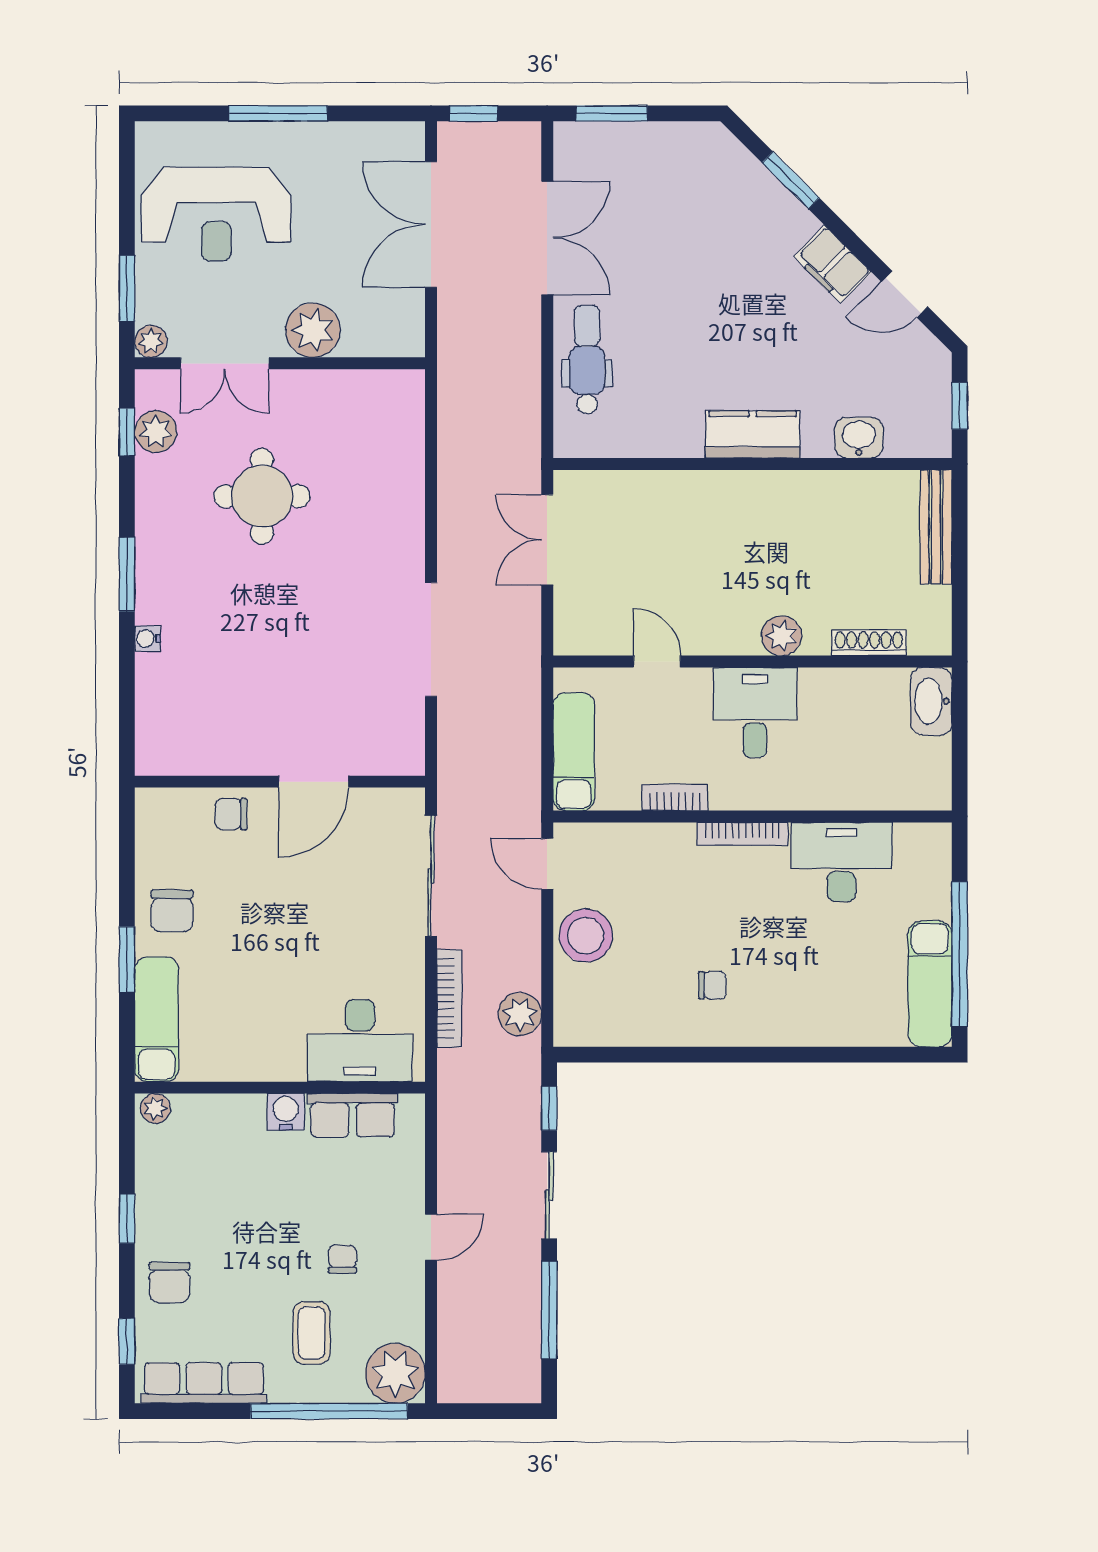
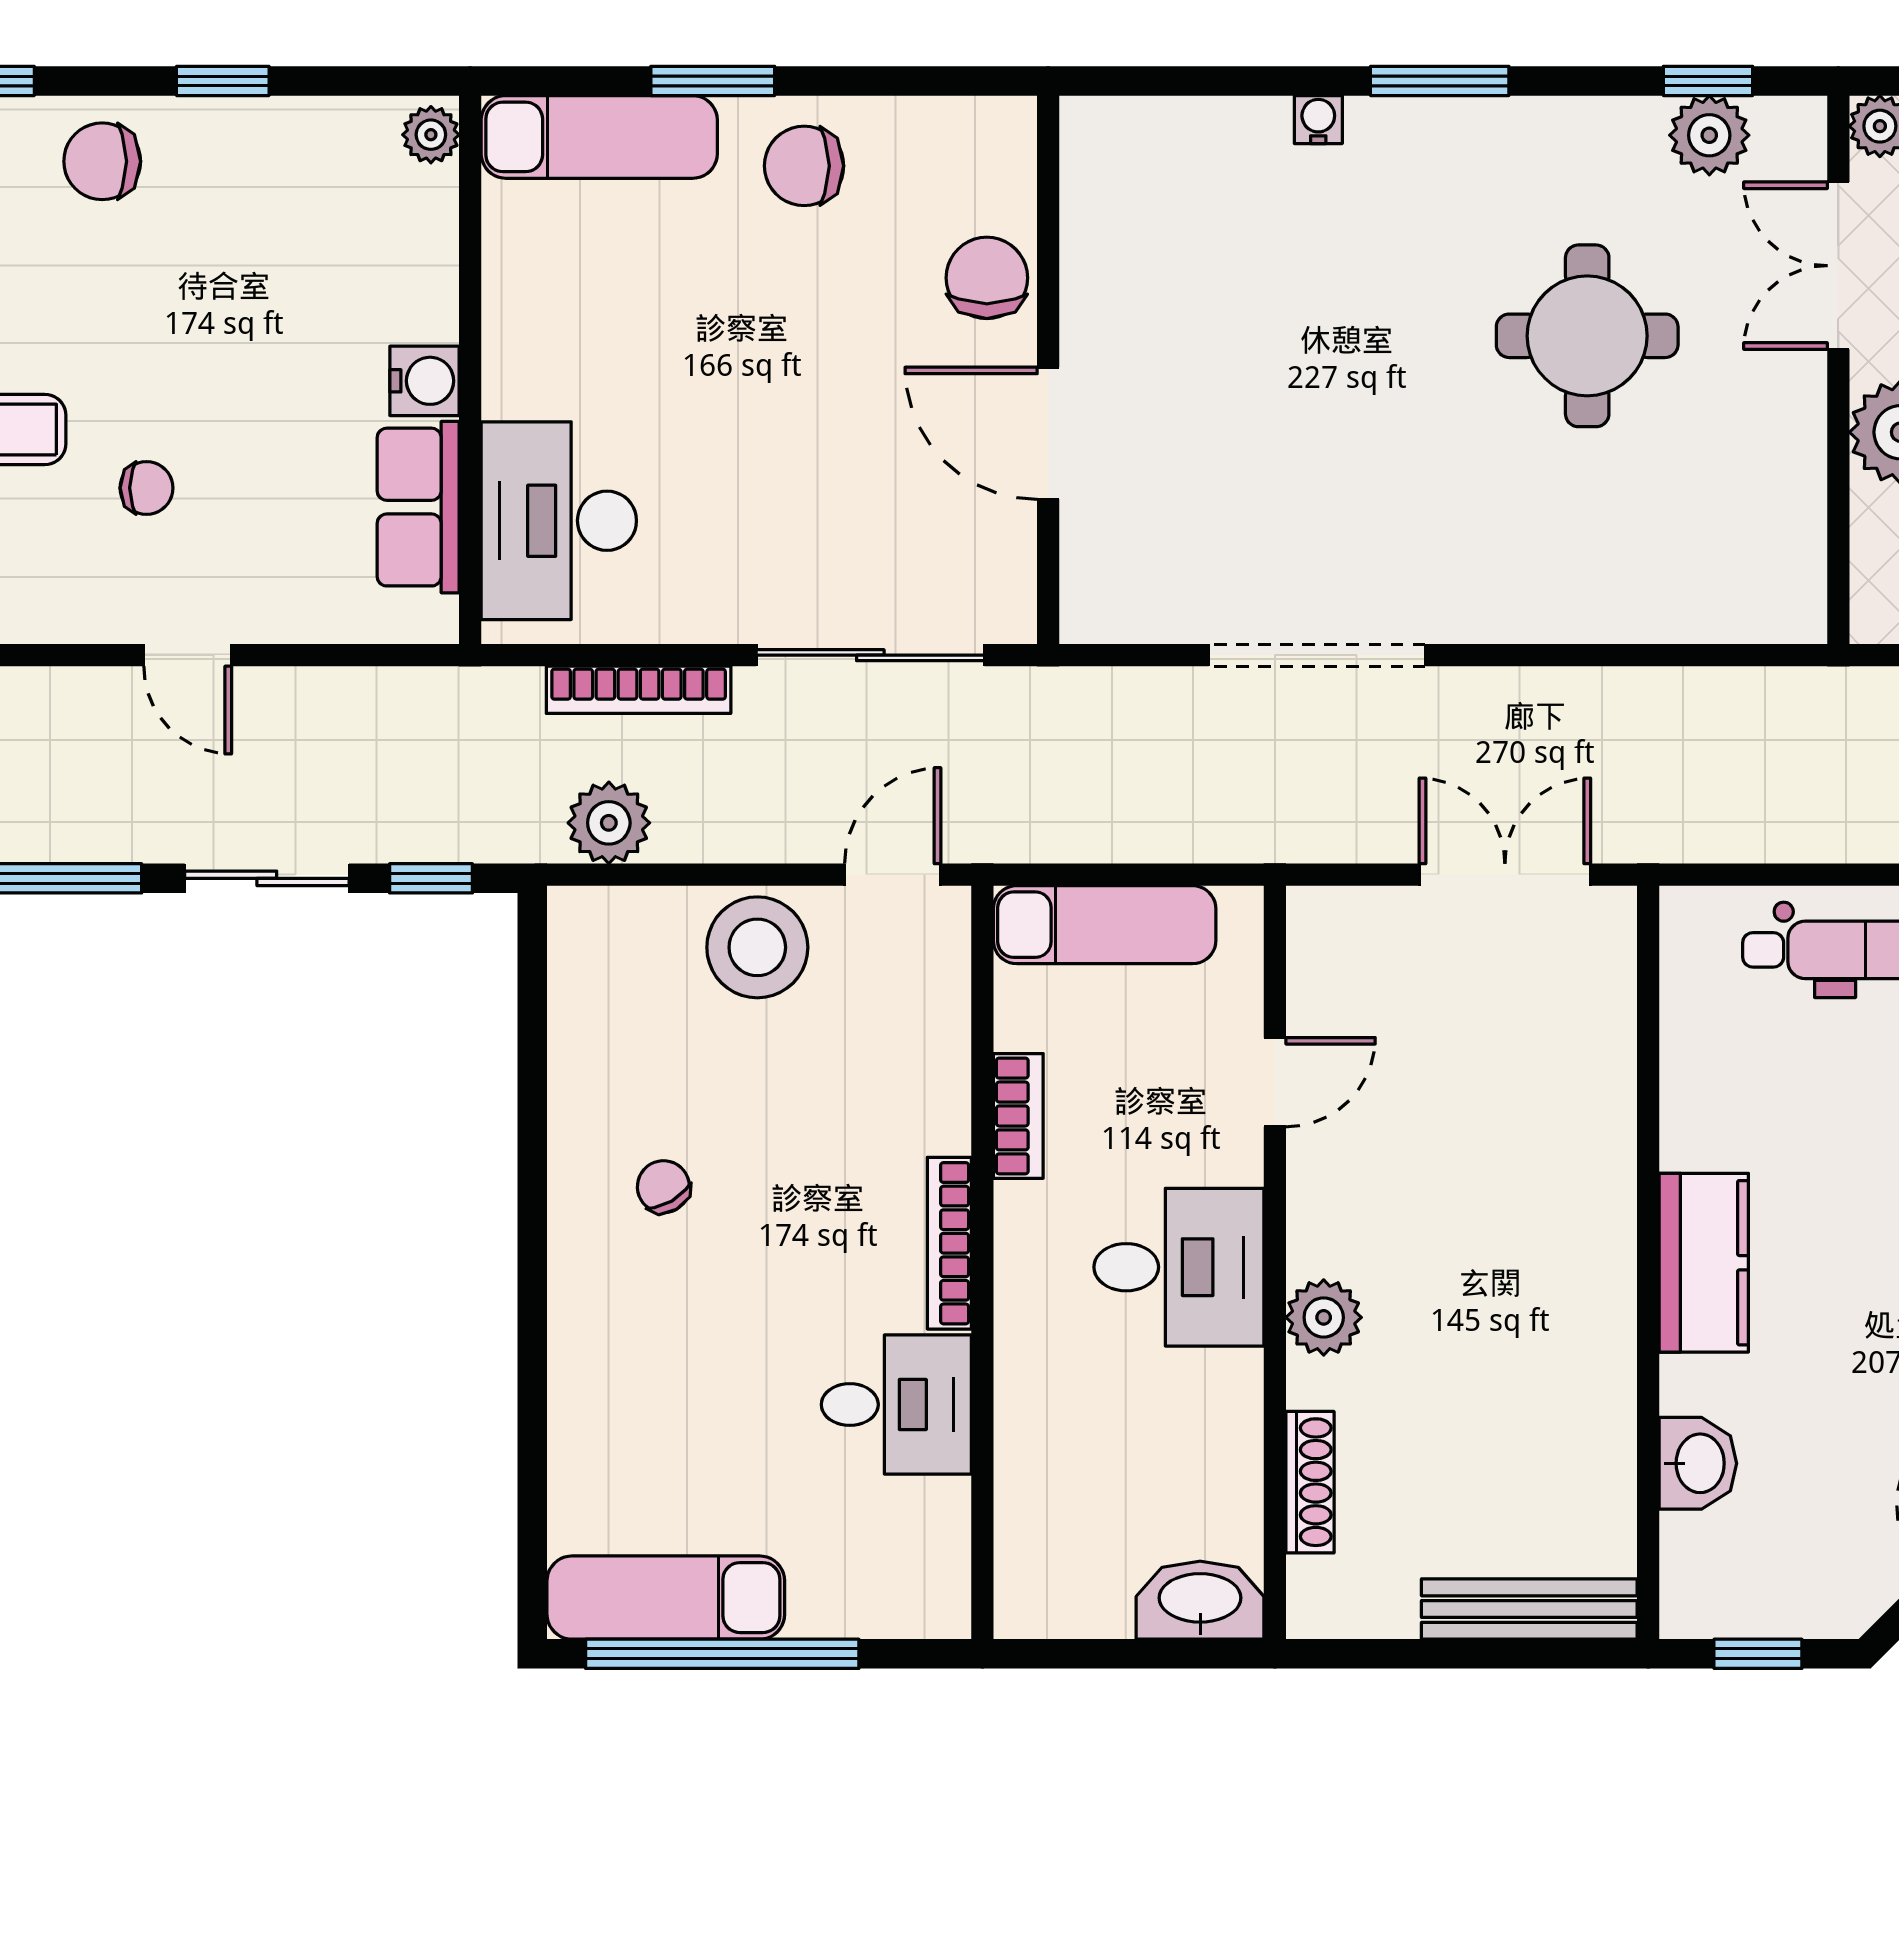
chair: (231, 814) -> (987, 278), width x1.37, depth x1.37
desk: (841, 862) -> (896, 1405), width x0.73
chair: (712, 985) -> (663, 1187), turned 150

